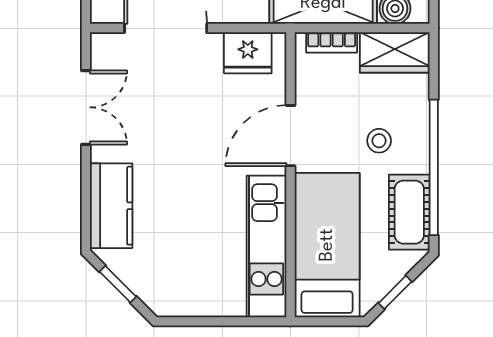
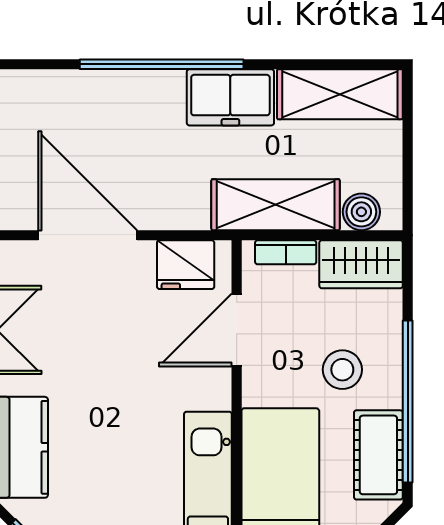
door: (291, 136) -> (237, 330), moved
stool: (379, 141) -> (342, 370), width x1.37, depth x1.37

